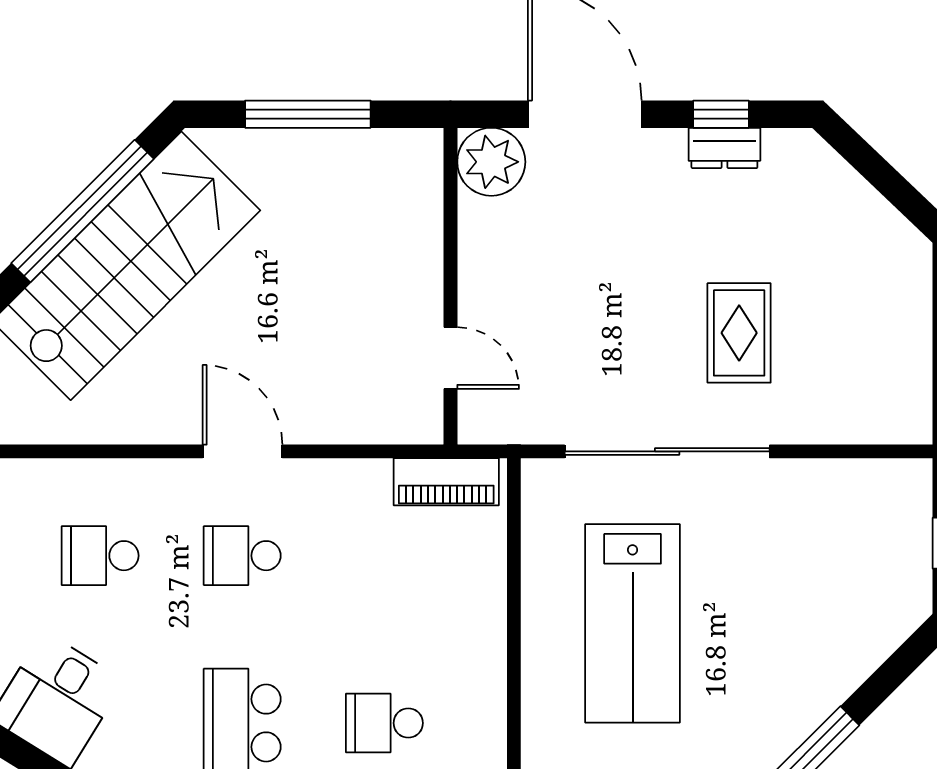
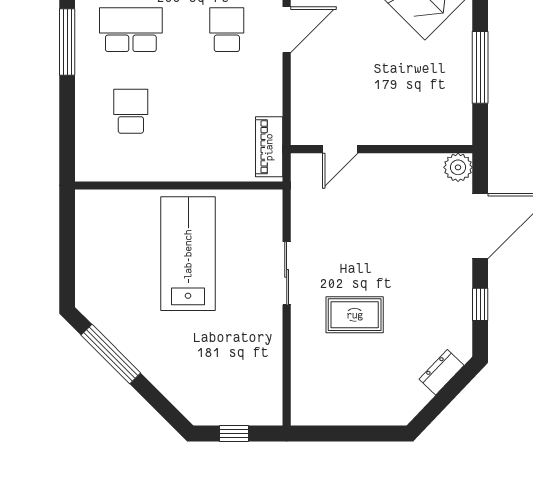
dresser: (724, 148) -> (441, 372), moved, turned 44
plant: (491, 162) -> (458, 167), width x0.73, depth x0.73
sliding door: (667, 451) -> (287, 273), width x0.54
lab bench: (633, 623) -> (188, 254), turned 90

